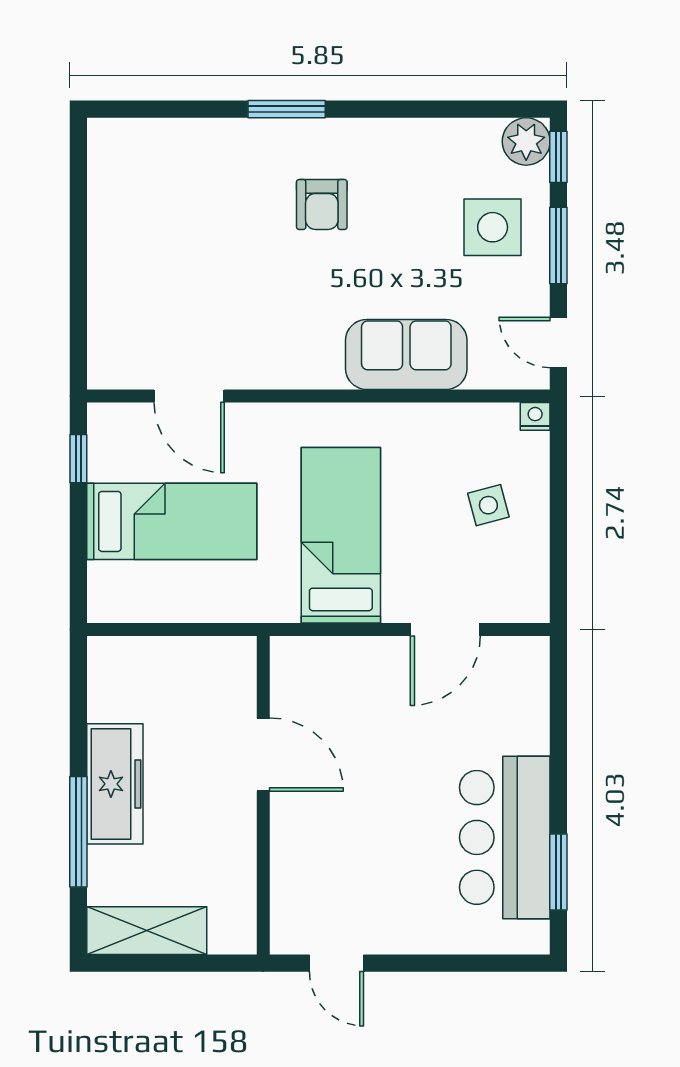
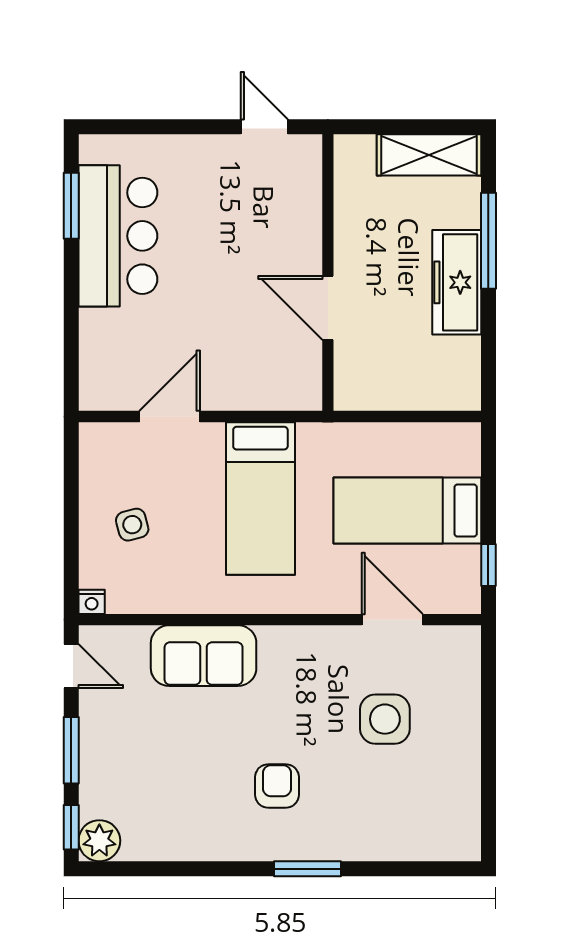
side table: (493, 227) -> (385, 719), moved

